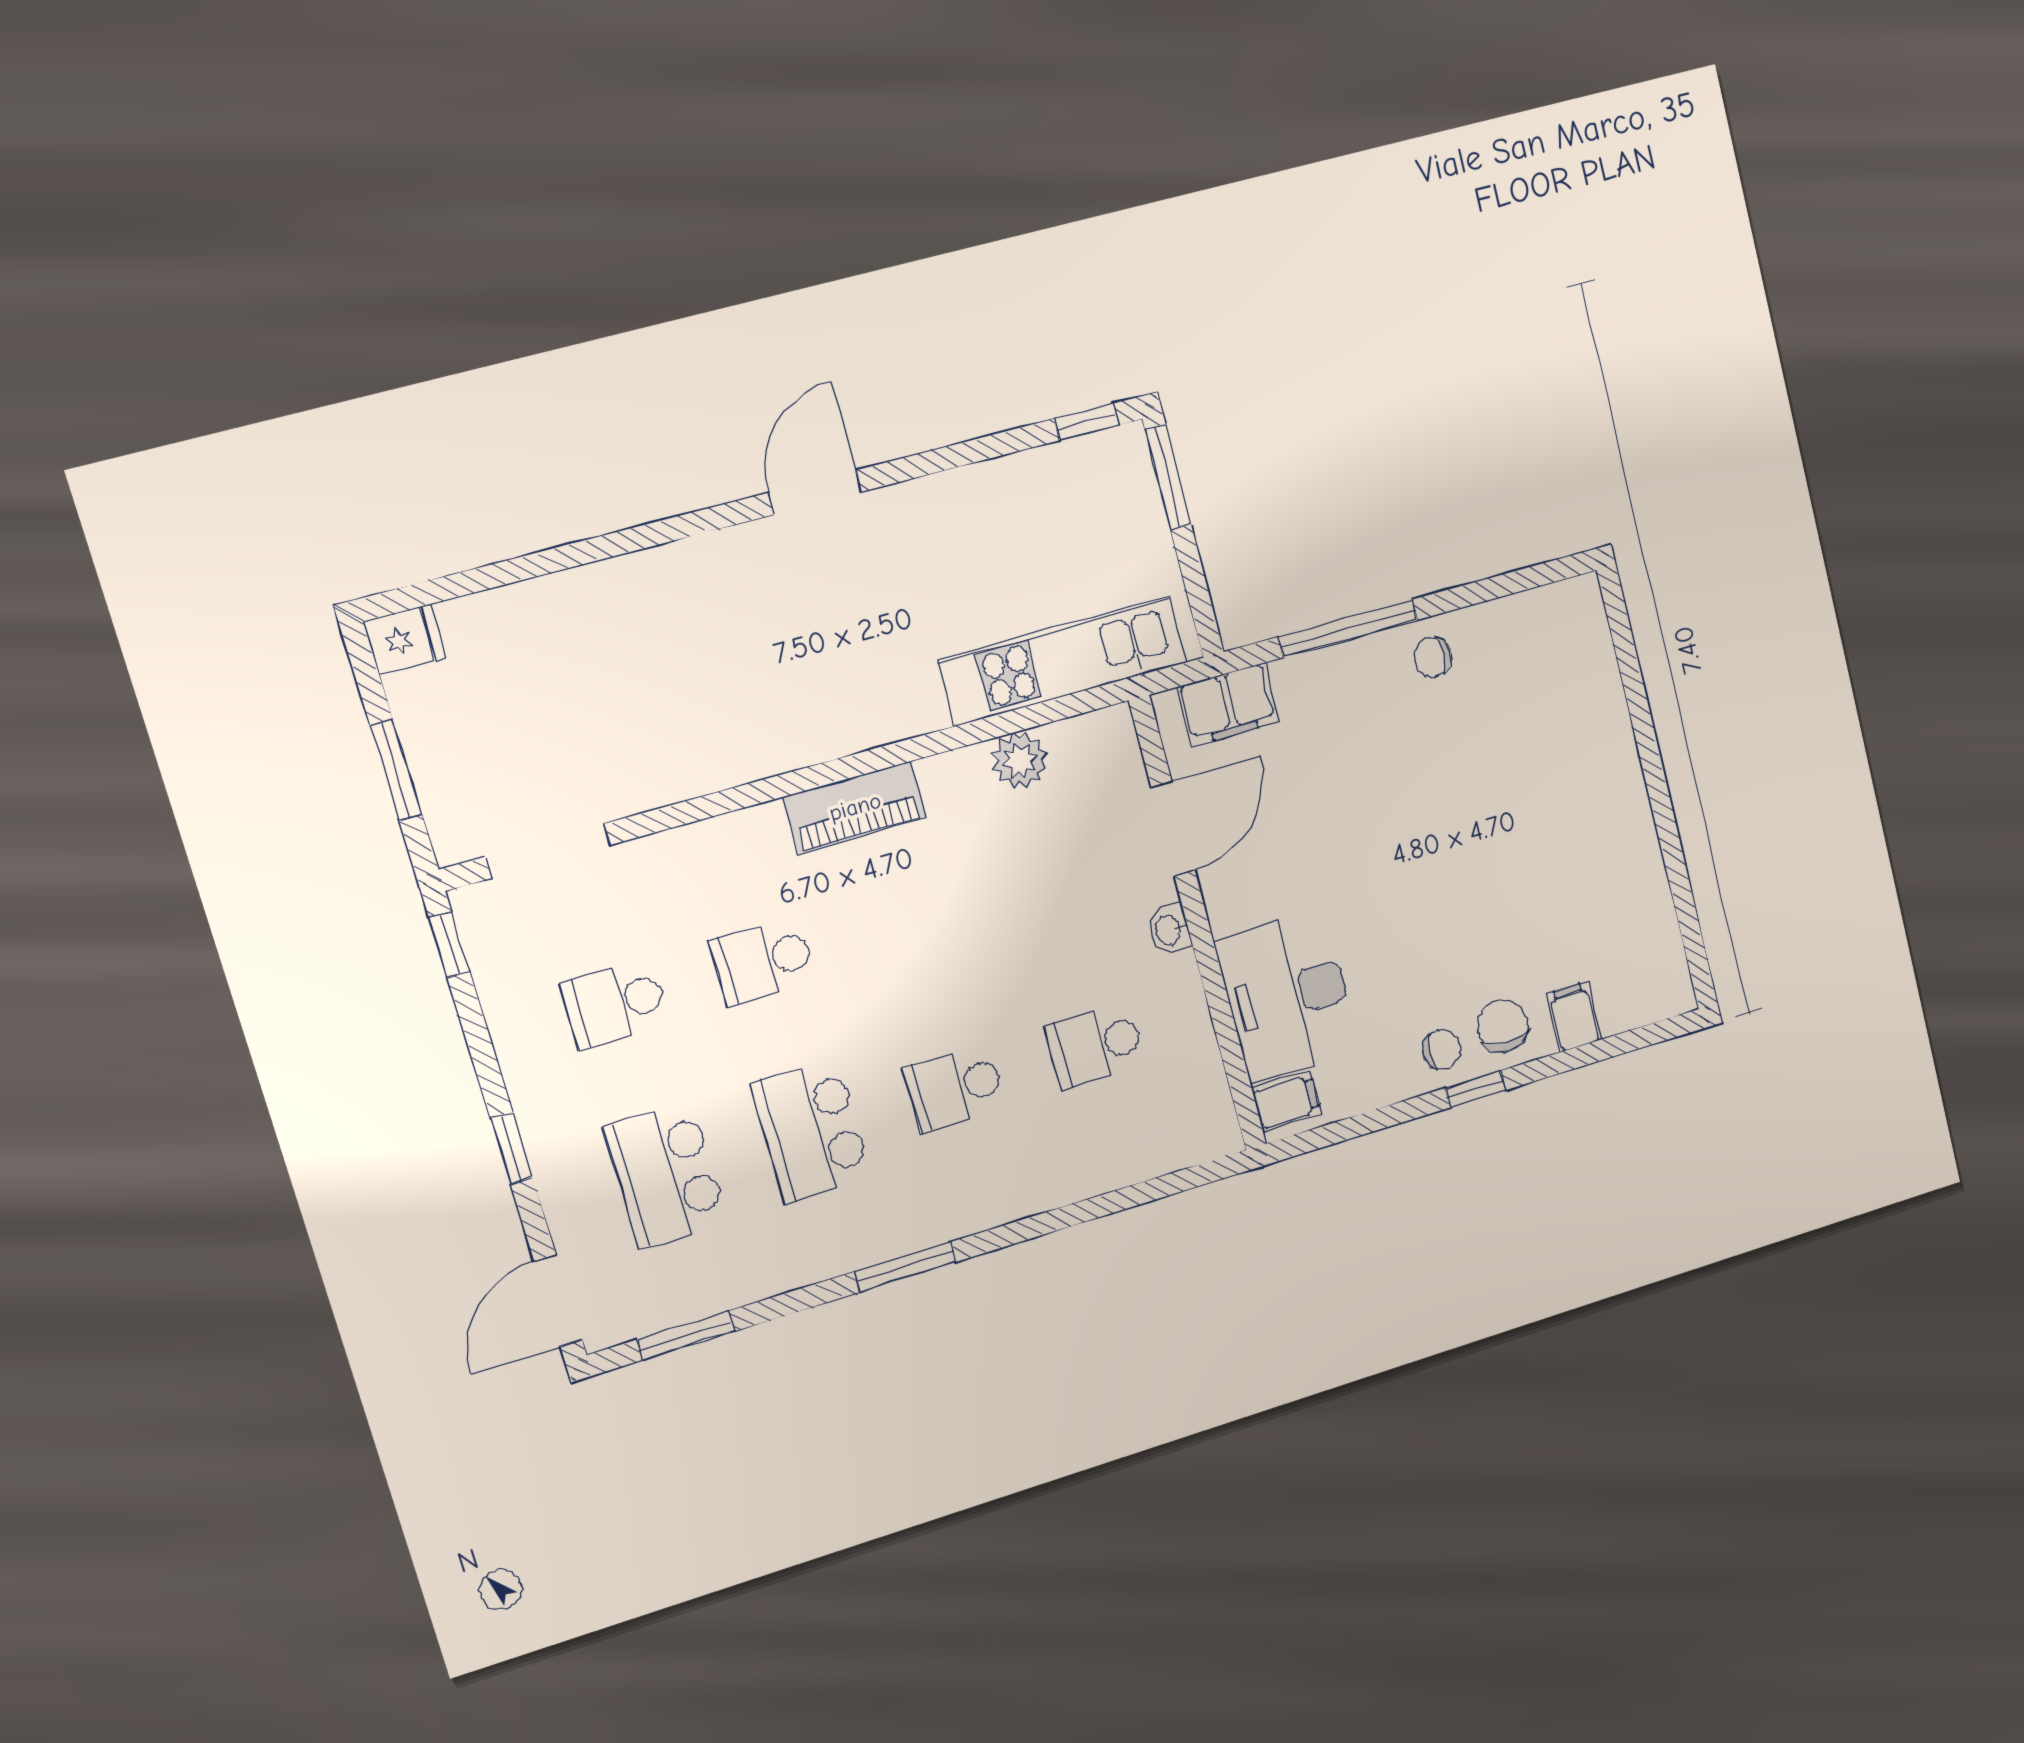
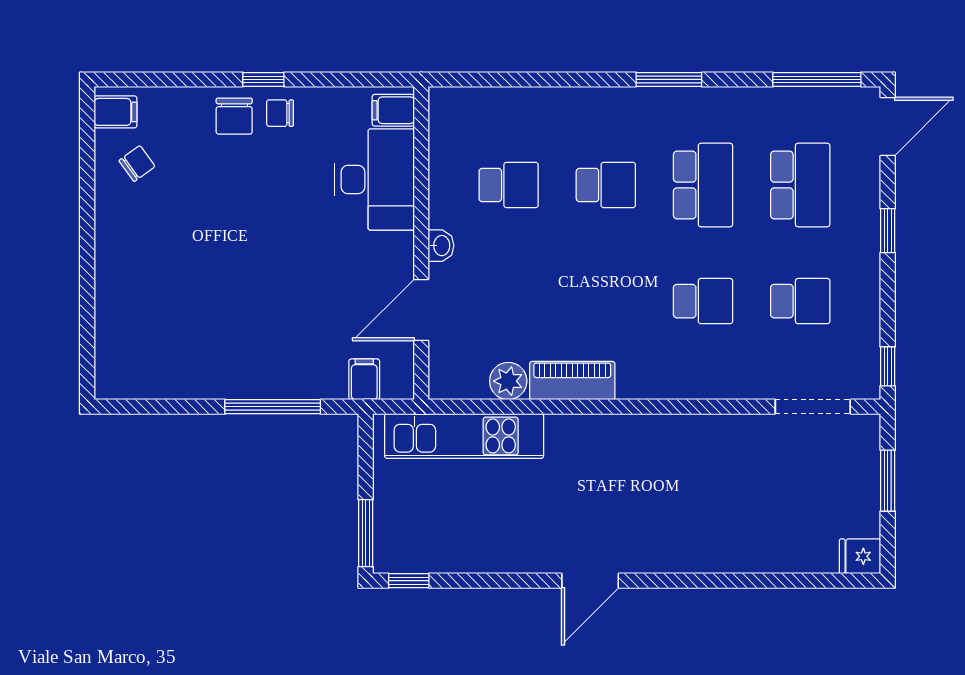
chair: (1433, 657) -> (137, 164), moved, turned -36
filing cabinet: (1228, 705) -> (364, 379), width x0.50
piano: (855, 807) -> (572, 381), moved
filing cabinet: (1574, 1017) -> (115, 112), moved, turned -90
window: (686, 1335) -> (817, 79), width x1.44

